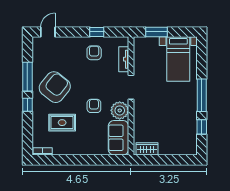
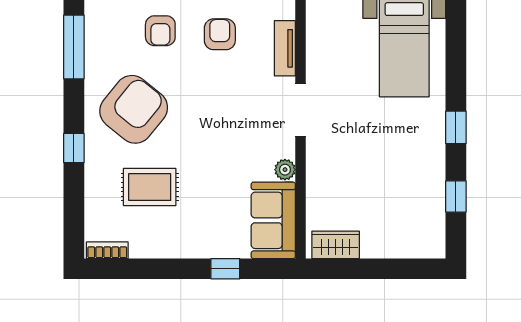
window: (27, 77) -> (74, 47), moved
window: (202, 95) -> (456, 127), width x0.46
armchair: (94, 106) -> (160, 31), moved, turned 180
plant: (120, 110) -> (285, 170), width x0.53, depth x0.53
window: (97, 160) -> (225, 269), added

